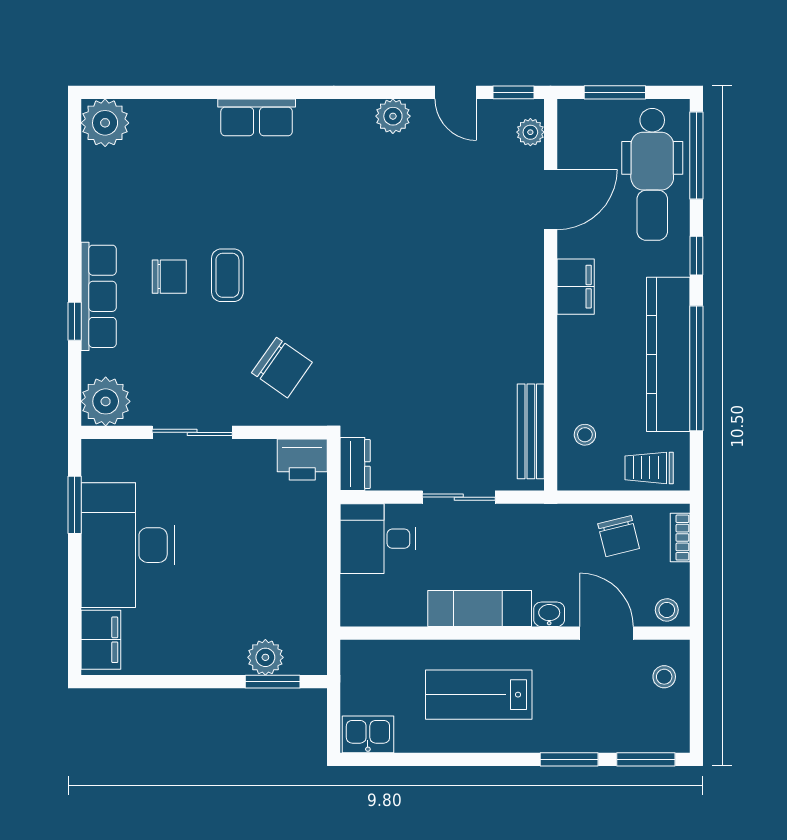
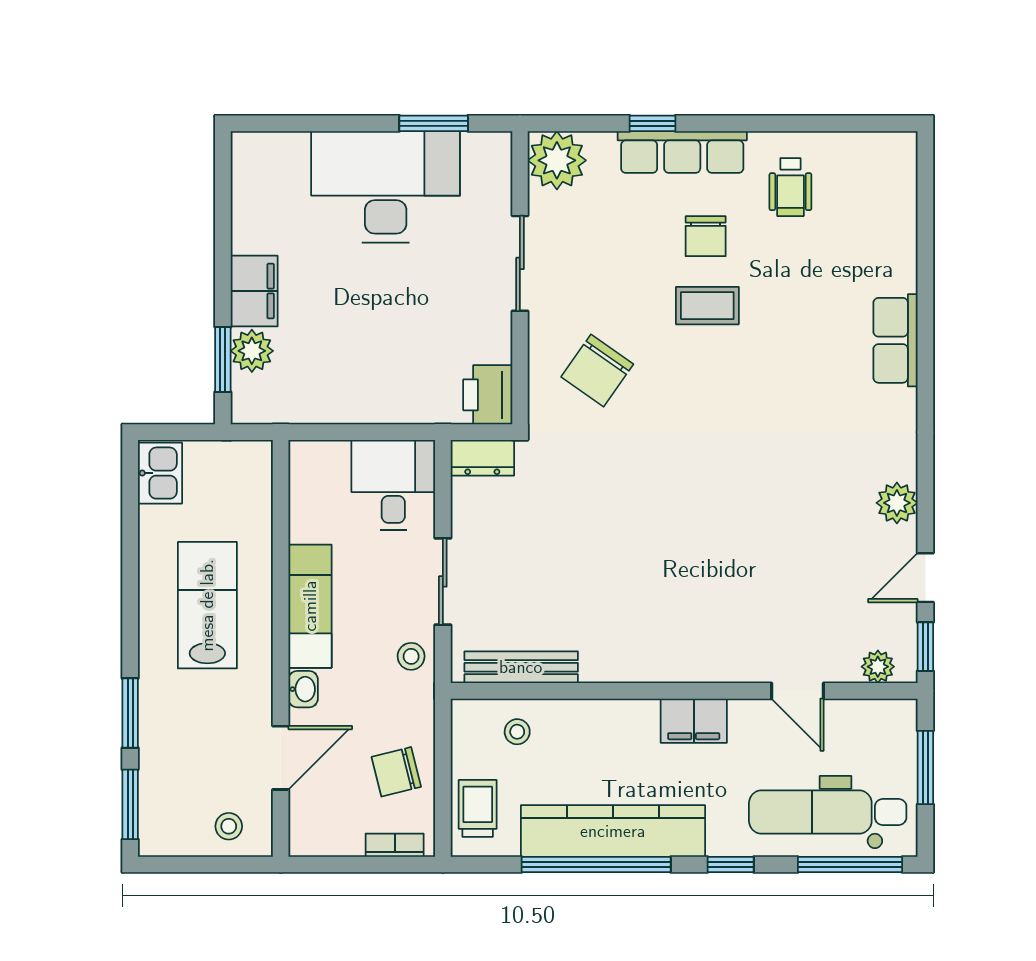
plant: (105, 123) -> (889, 160), removed
door: (551, 200) -> (798, 691), width x0.73
wheelchair: (128, 206) -> (790, 187), added
stool: (667, 610) -> (411, 656), moved
filing cabinet: (101, 640) -> (254, 291), moved, turned -90

